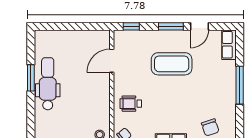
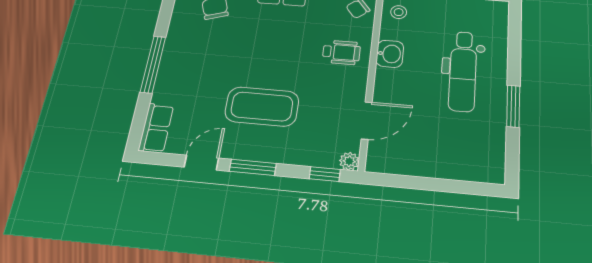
plant: (119, 35) -> (349, 161), added
dental chair: (48, 84) -> (463, 71), moved
washbasin: (102, 105) -> (390, 54), added

